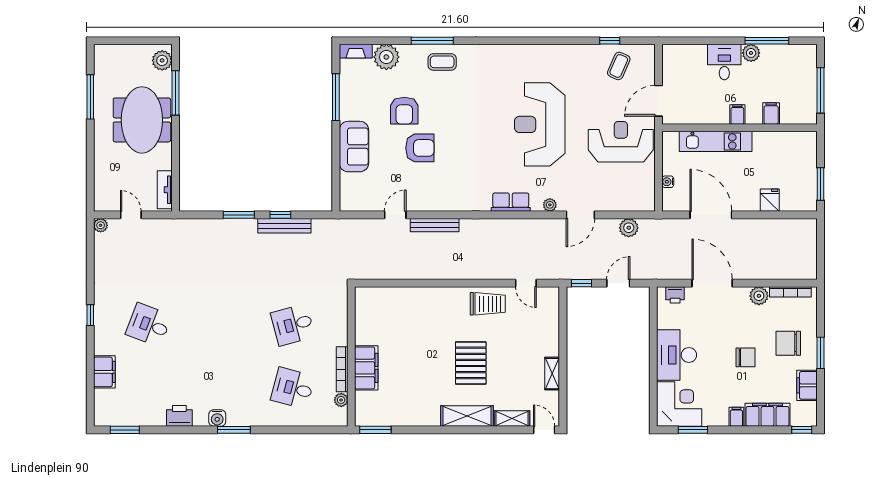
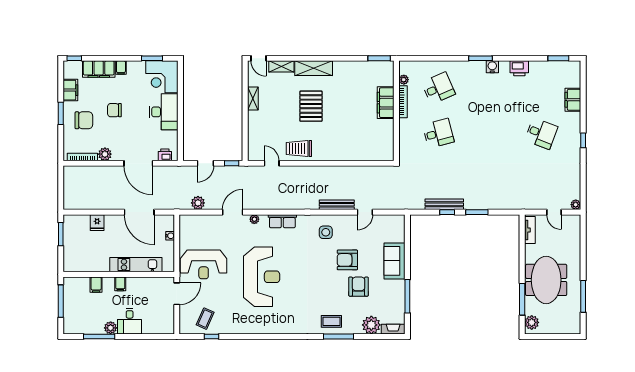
side table: (450, 187) -> (326, 232), added
desk: (293, 388) -> (438, 88), turned -39

